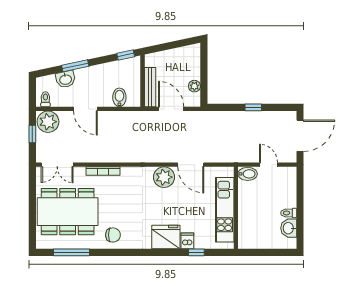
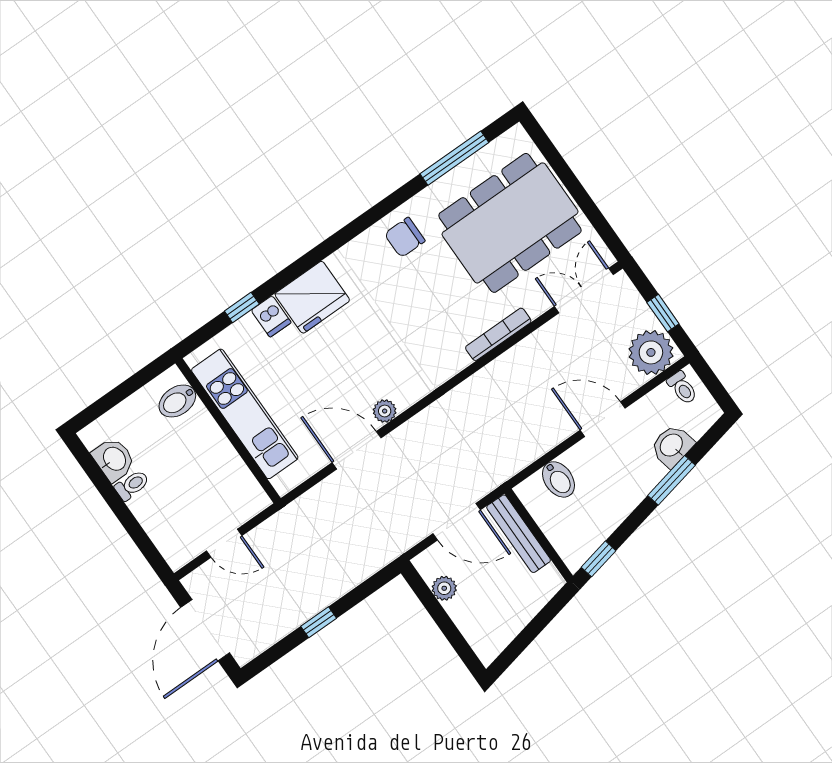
bidet: (248, 174) -> (177, 401), moved
plant: (164, 177) -> (385, 411), width x0.53, depth x0.53

